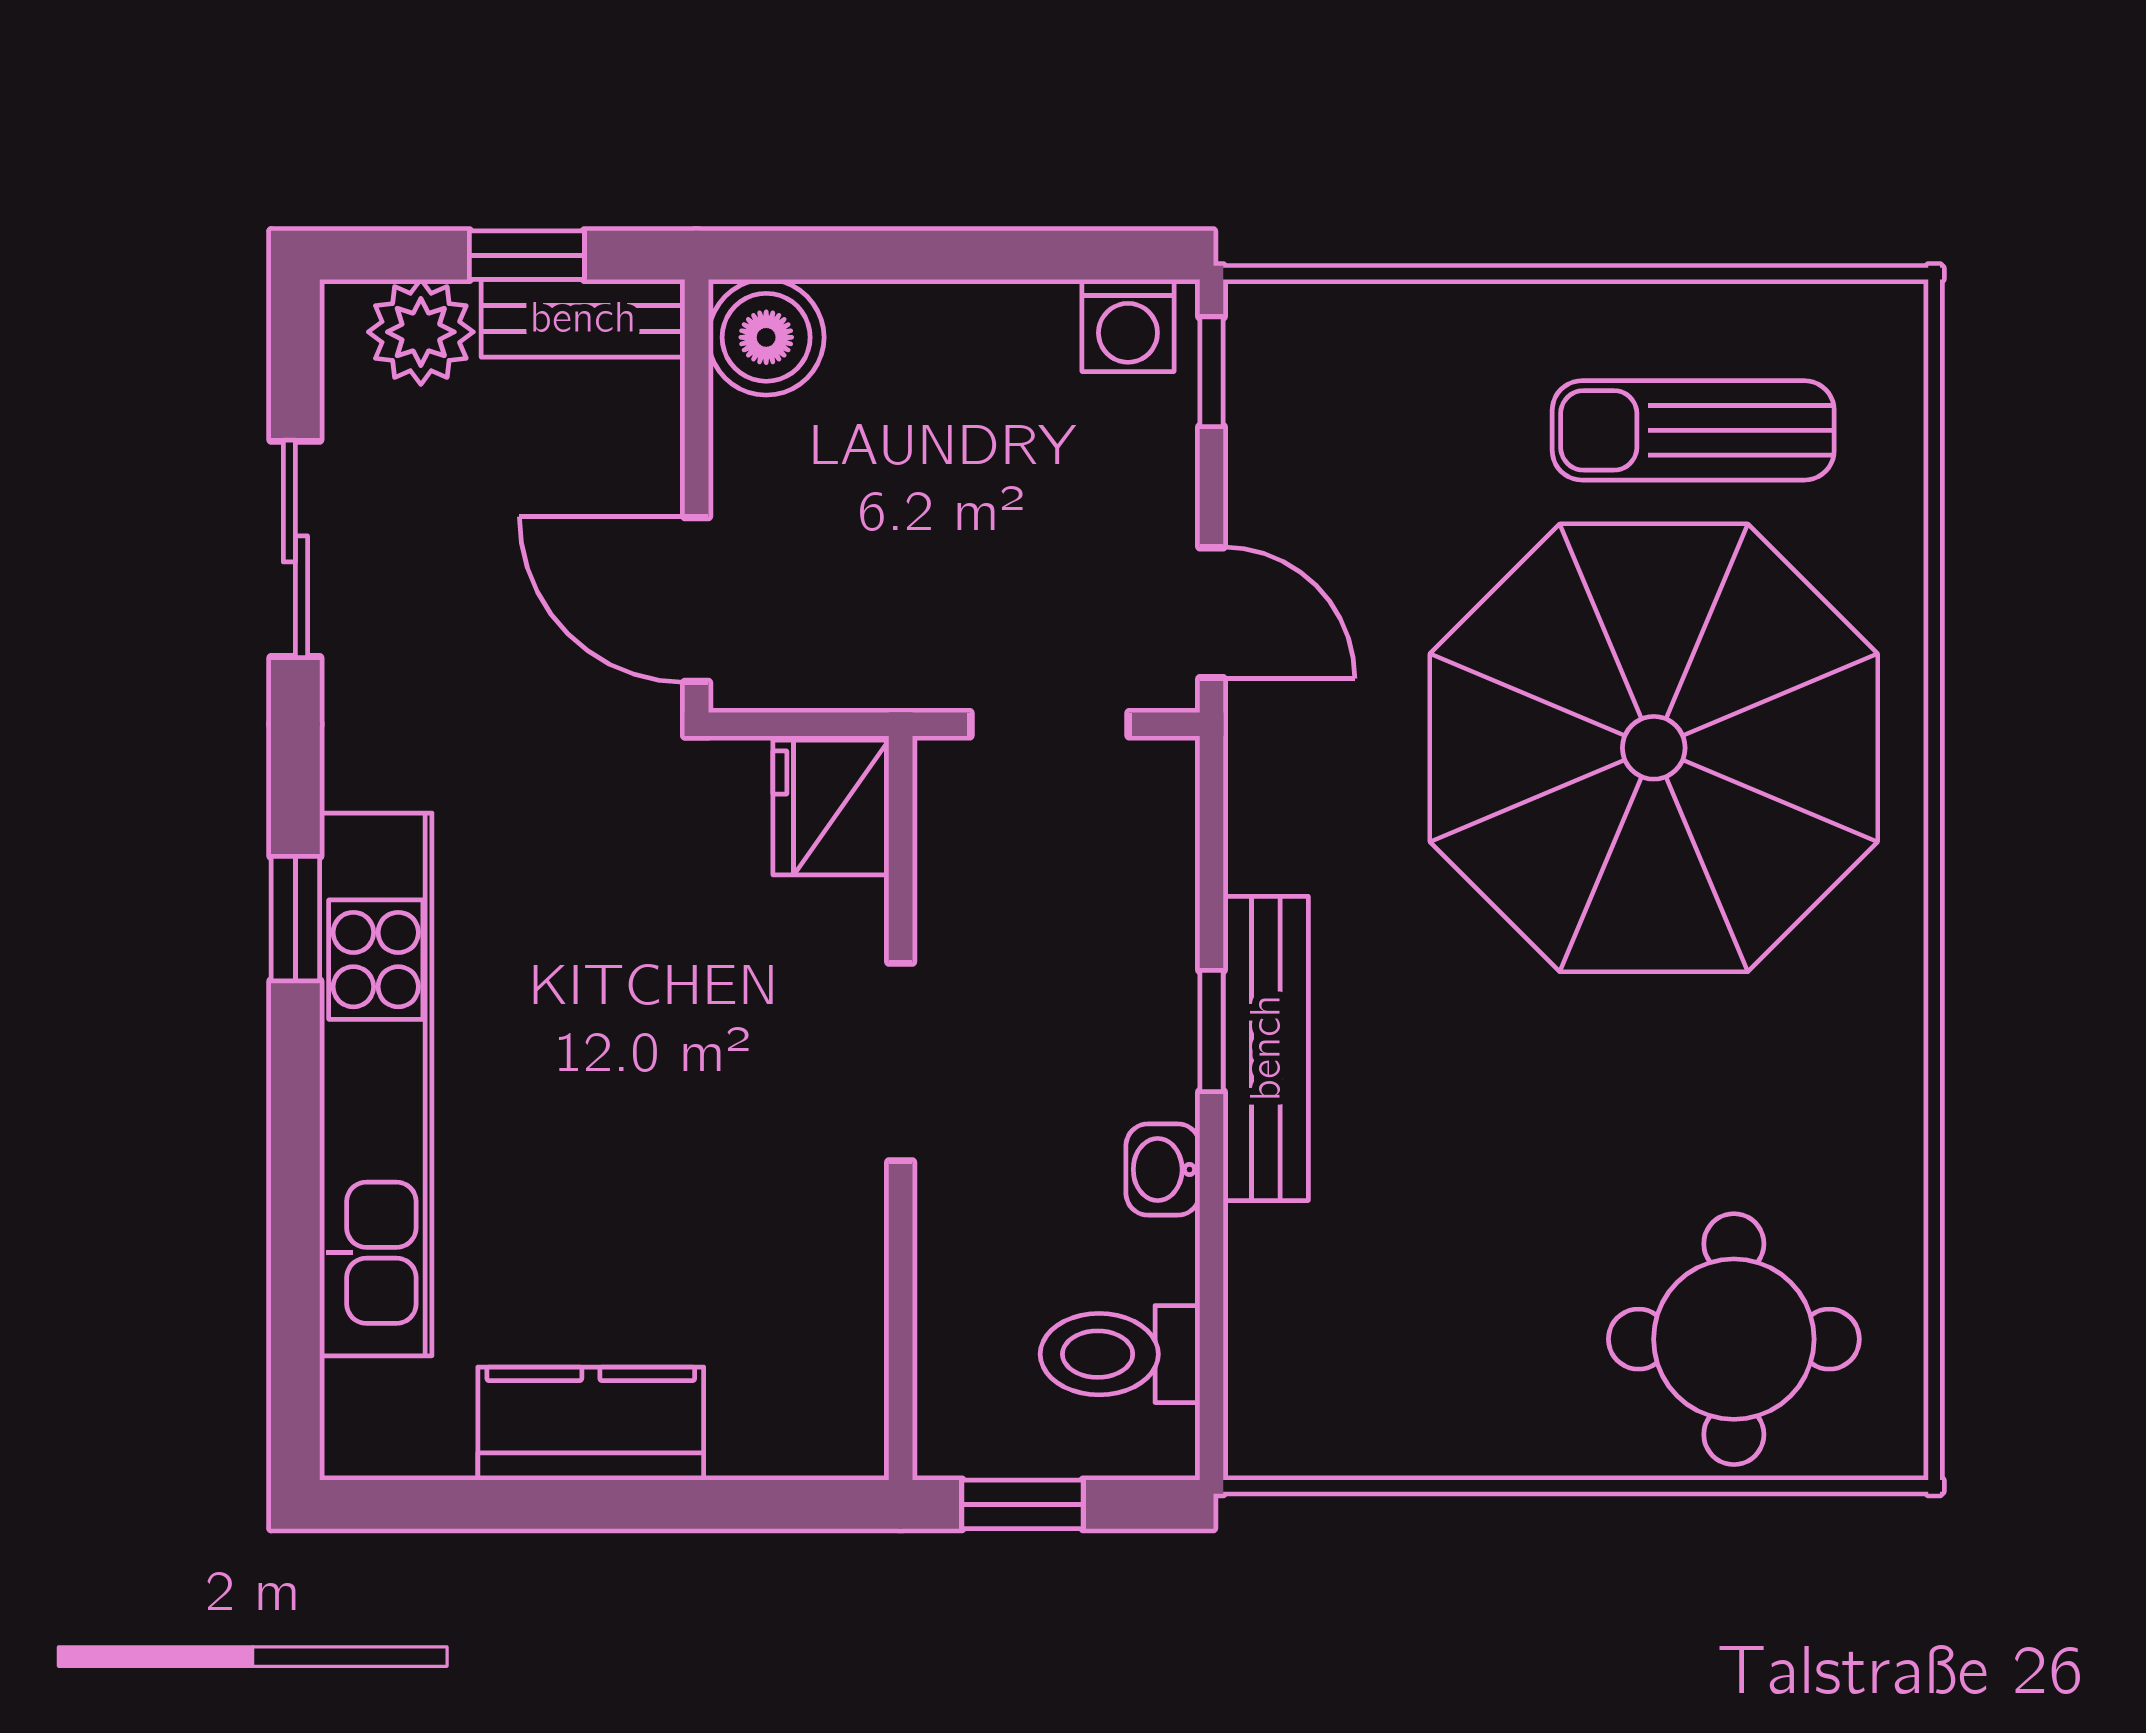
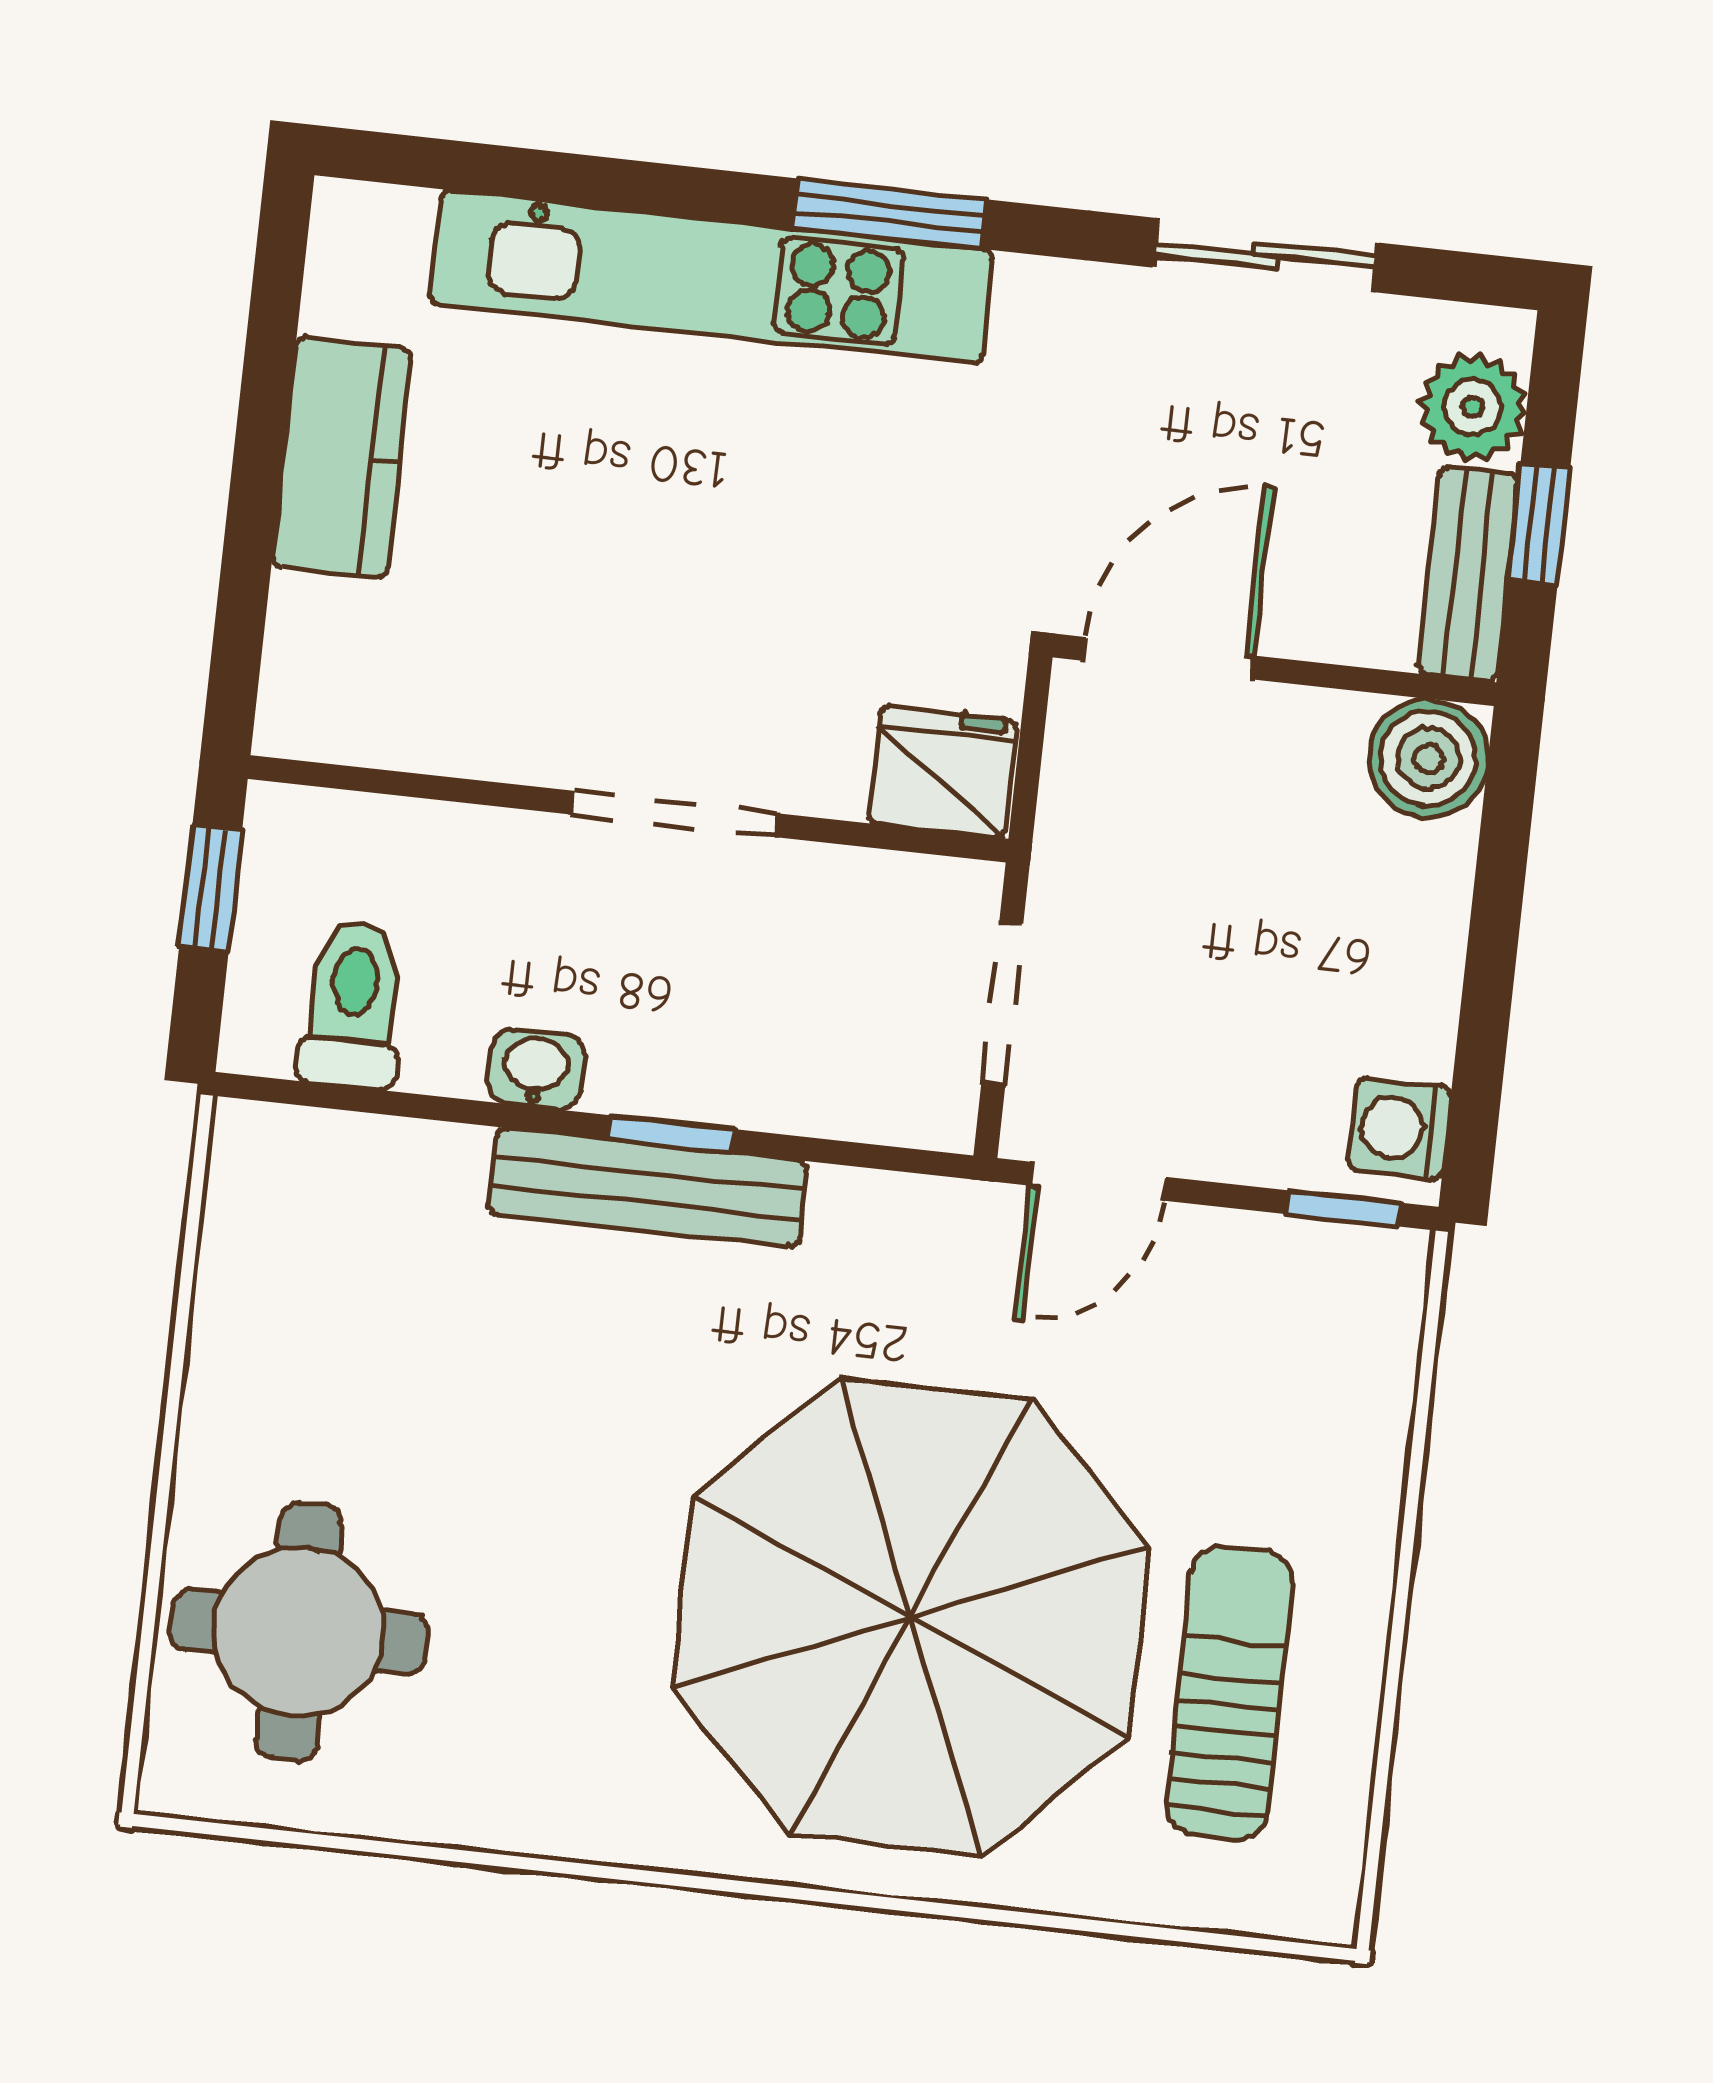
window: (295, 919) -> (889, 214), width x1.50

